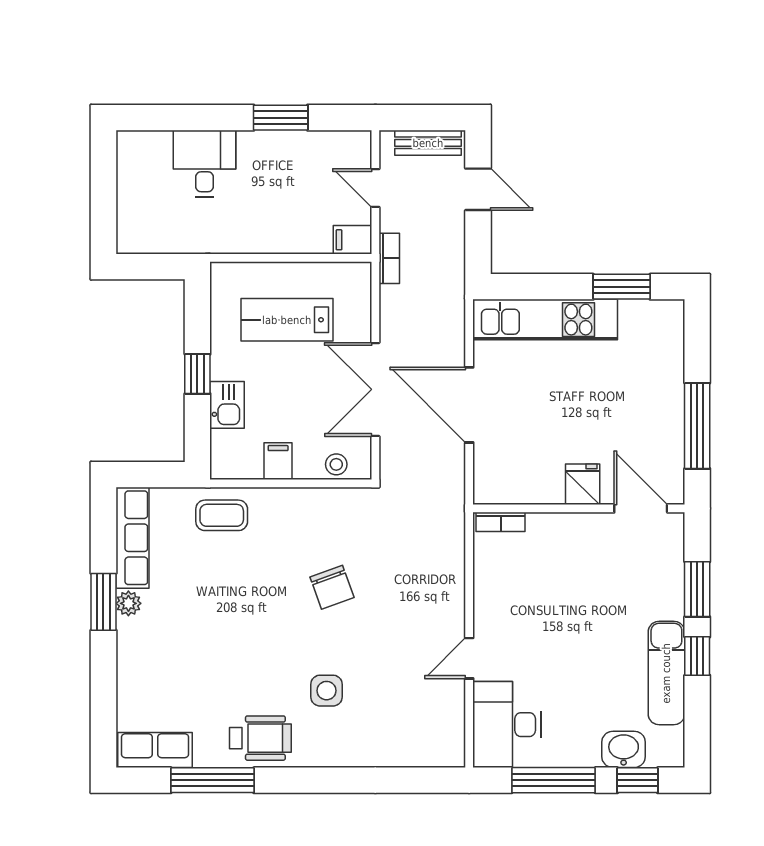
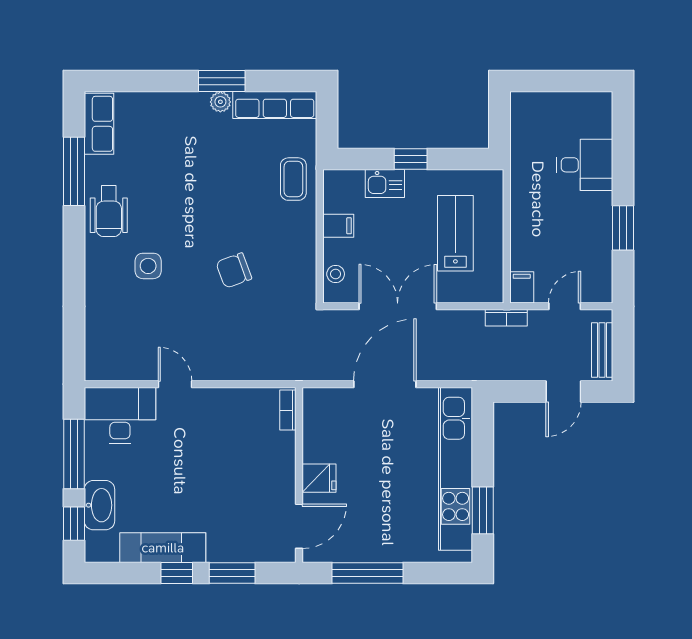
kitchen unit: (545, 320) -> (456, 469), width x1.36
washbasin: (624, 749) -> (99, 505), width x1.38

